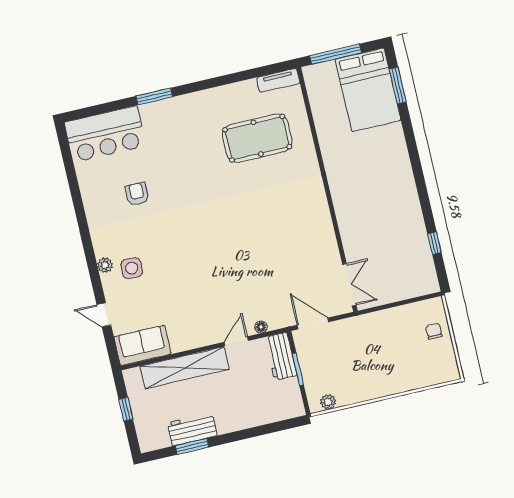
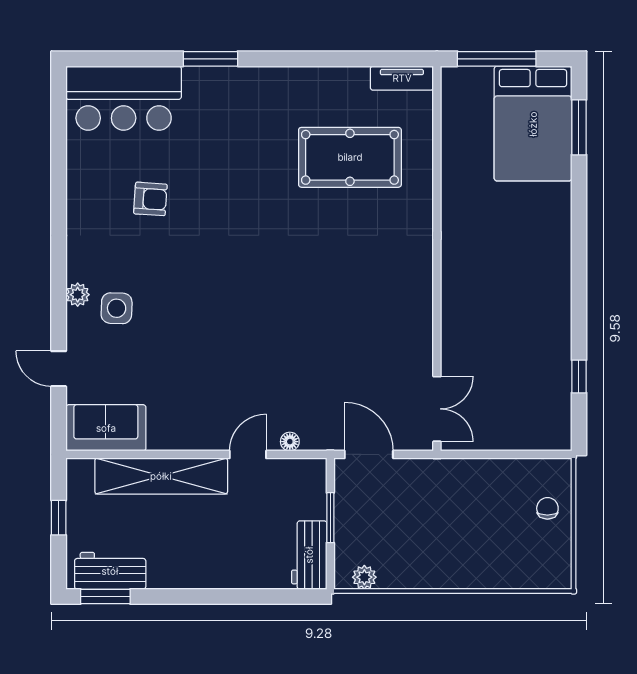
armchair: (137, 194) -> (150, 199), turned 94
workbench: (281, 356) -> (309, 555), moved
workbench: (192, 429) -> (110, 571), moved
window: (192, 446) -> (105, 596), moved

